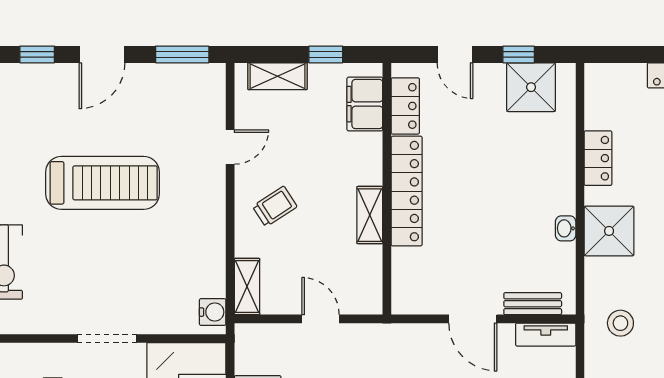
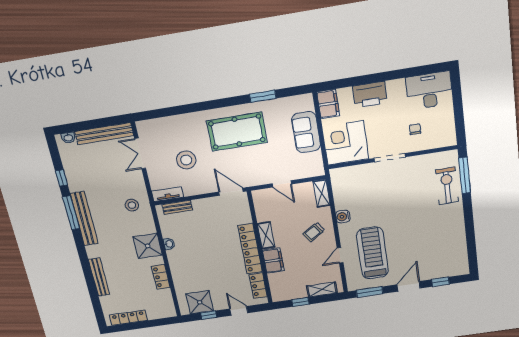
filing cabinet: (365, 104) -> (273, 260), moved
treadmill: (103, 183) -> (372, 253), moved, turned 90
water cooler: (213, 312) -> (343, 217), moved
door: (473, 319) -> (231, 192), moved

